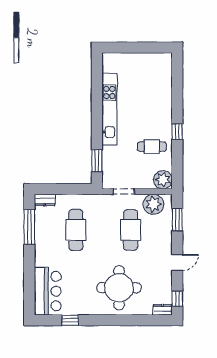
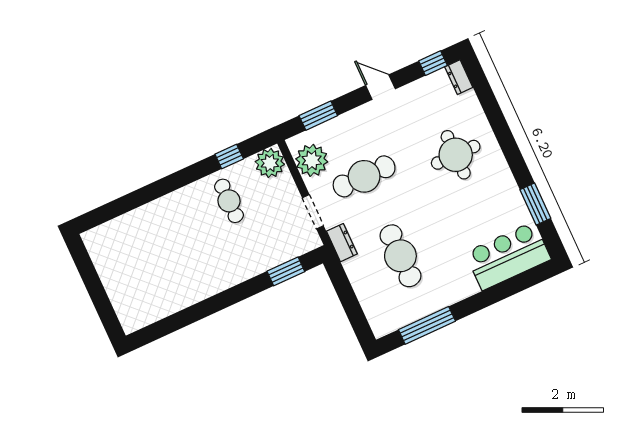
kitchen unit: (109, 109) -> (203, 287), removed
window: (177, 132) -> (229, 156), moved
dresser: (45, 200) -> (342, 243), moved
cafe table: (76, 230) -> (400, 256), turned 90
round table: (119, 288) -> (456, 155), width x0.73, depth x0.73
window: (70, 320) -> (535, 204), width x1.50

